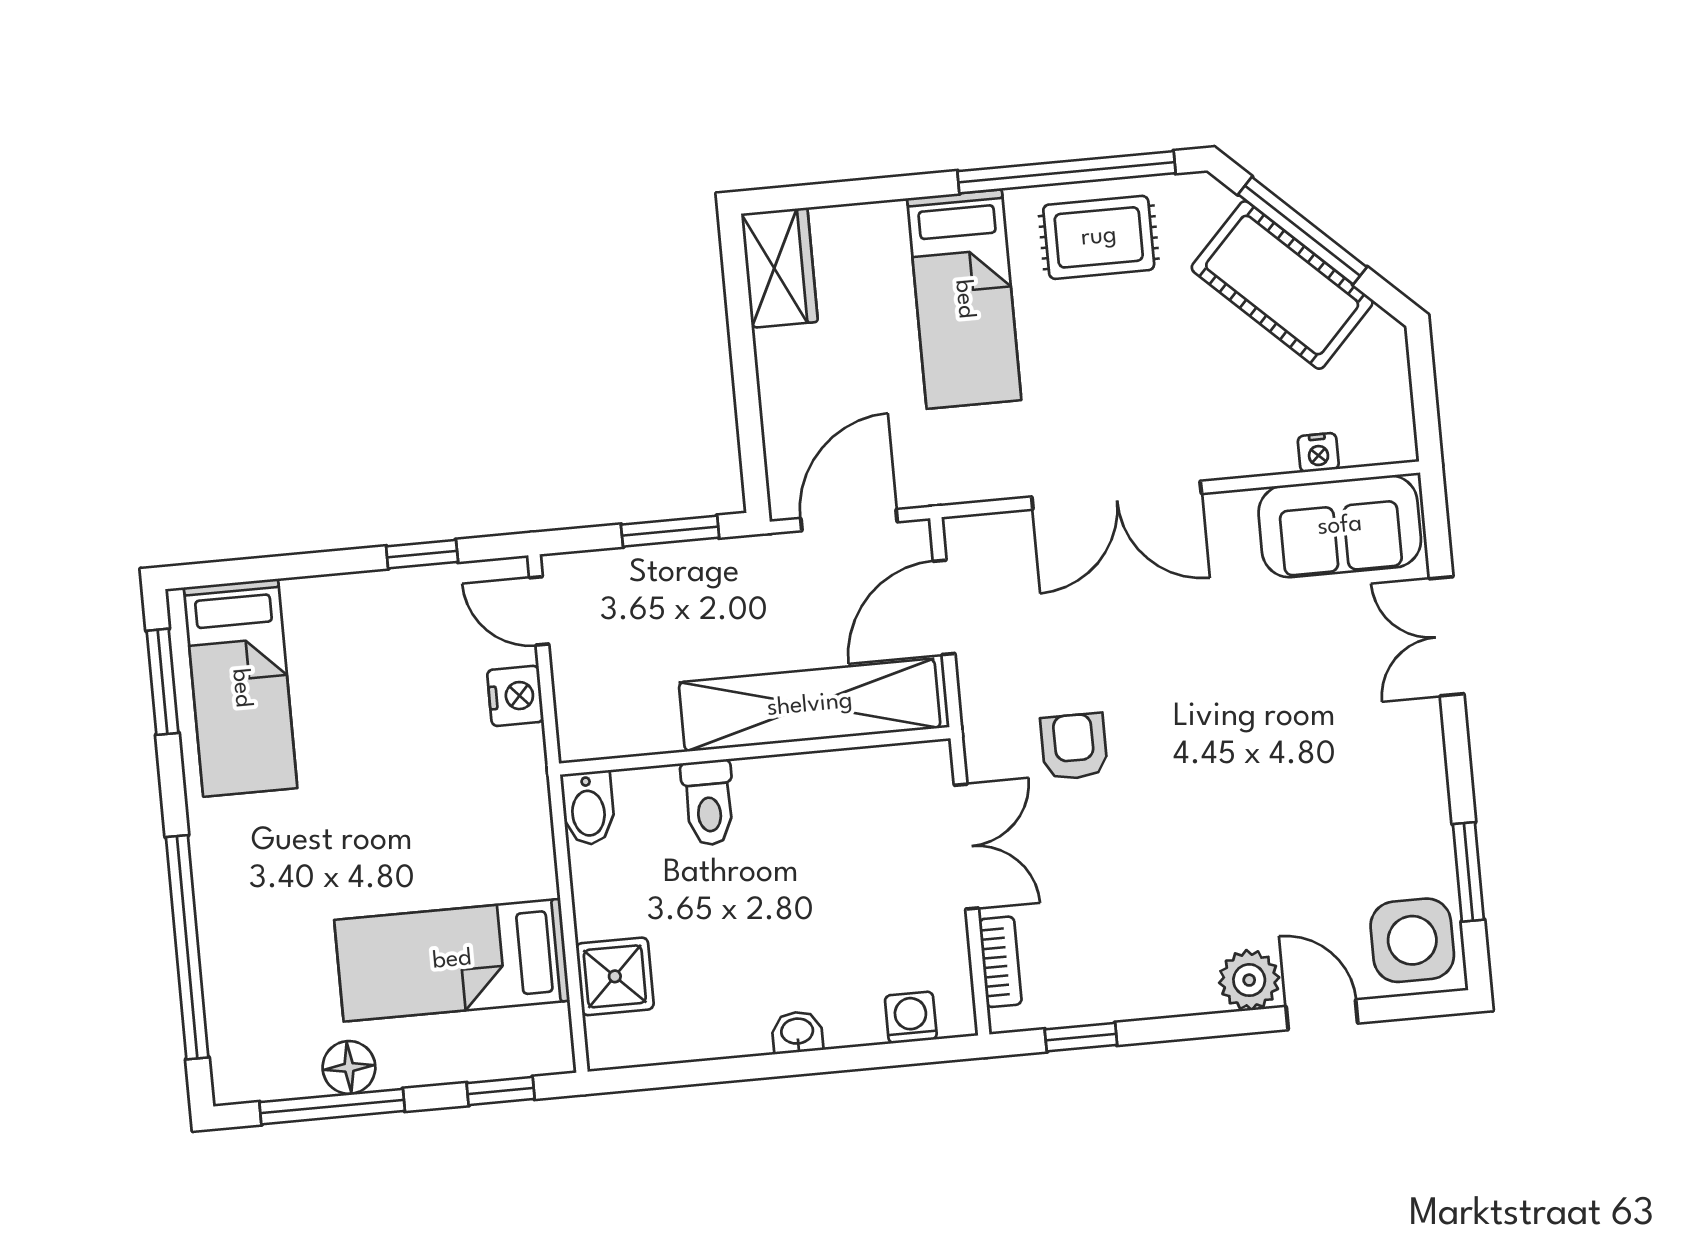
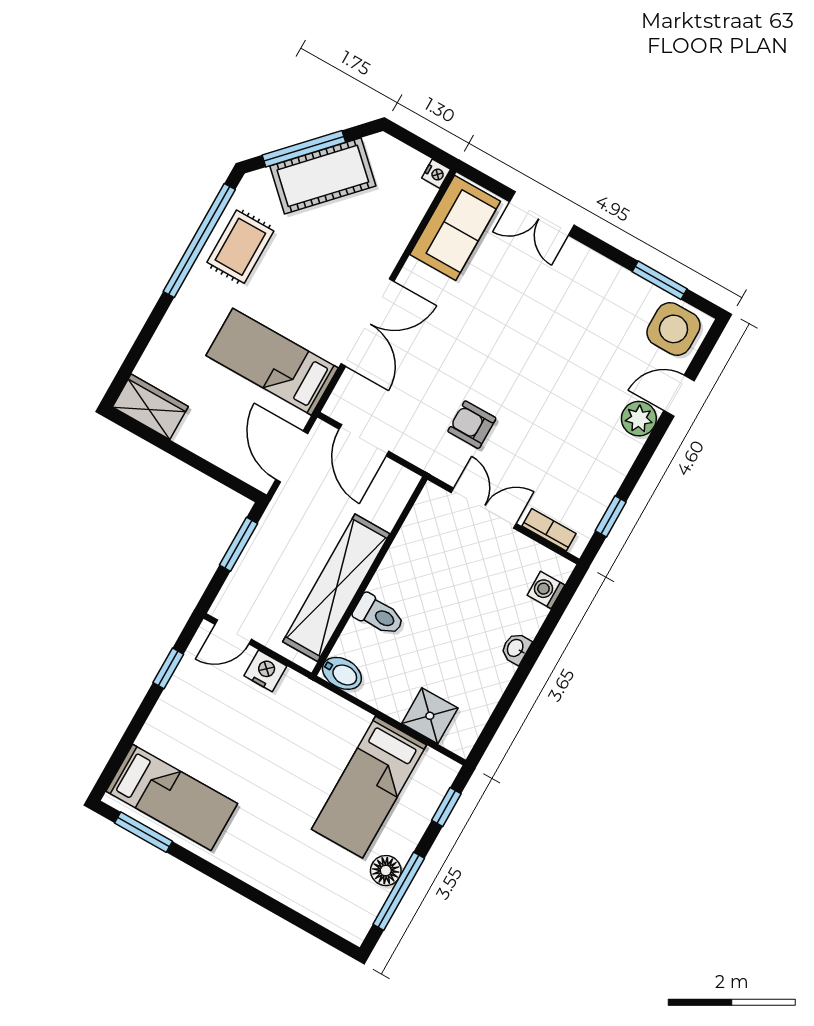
bed: (964, 299) -> (272, 362), moved, turned 180
nightstand: (1318, 453) -> (436, 174), moved
shelving: (810, 705) -> (336, 588), moved
window: (187, 947) -> (276, 907), removed

